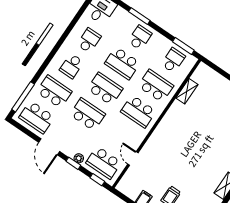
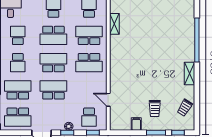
school desk: (104, 163) -> (89, 117), width x0.54

